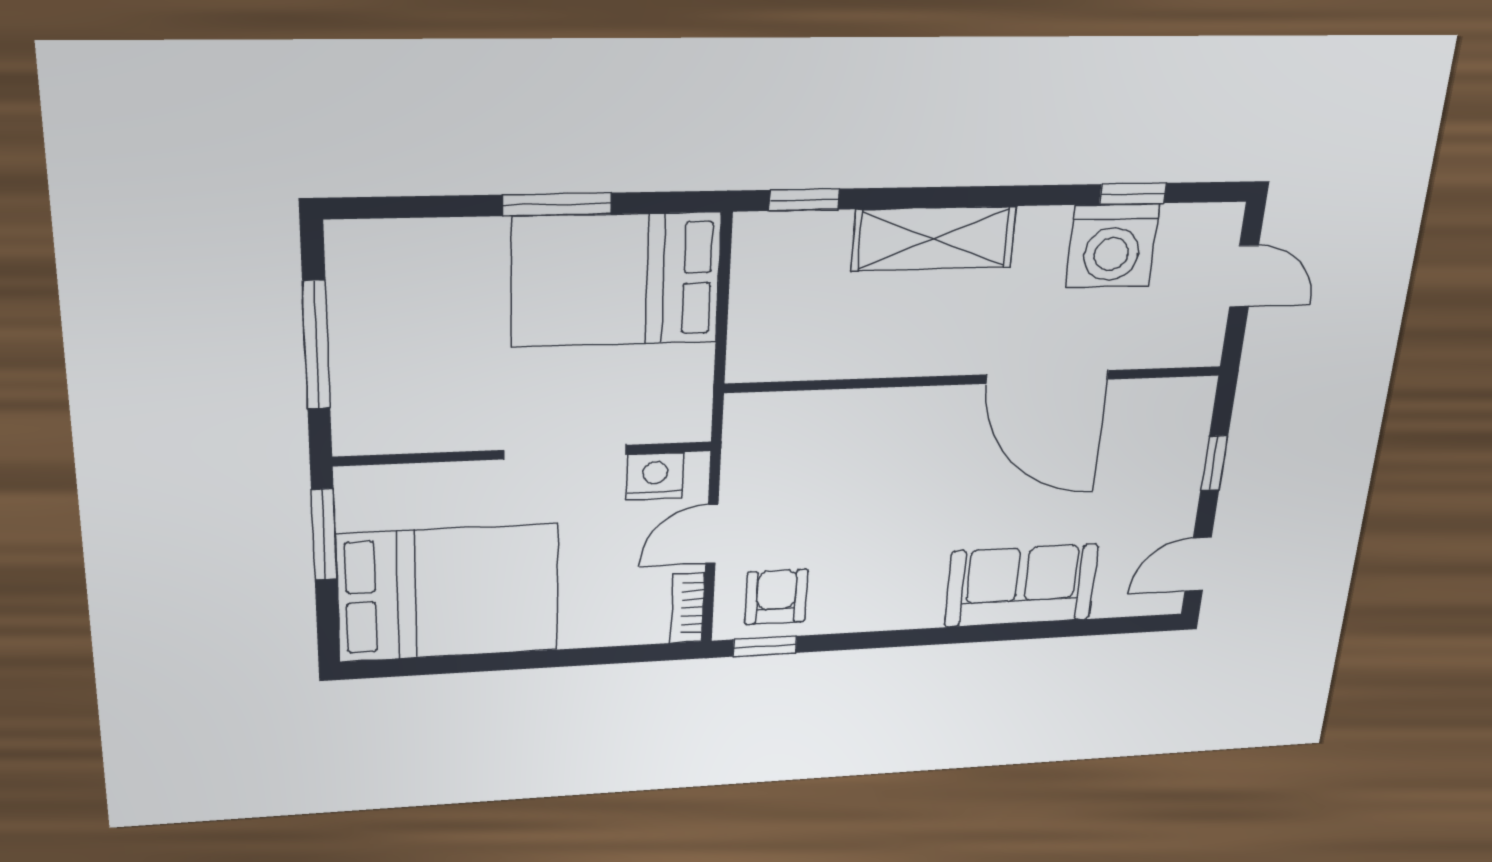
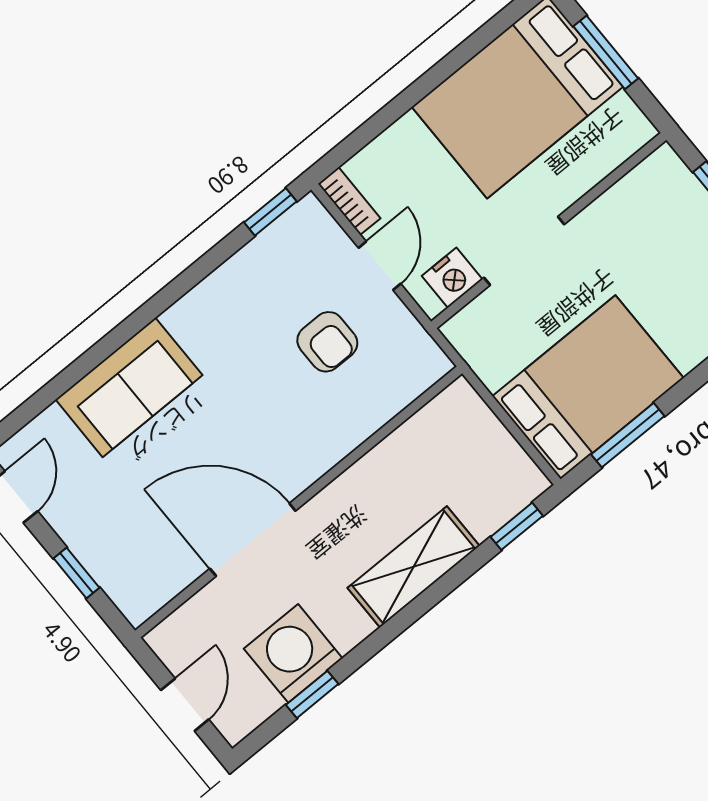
window: (557, 204) -> (628, 435), moved
door: (1244, 276) -> (185, 705), swing flipped
window: (324, 534) -> (606, 52), moved
armchair: (776, 597) -> (327, 342), moved

